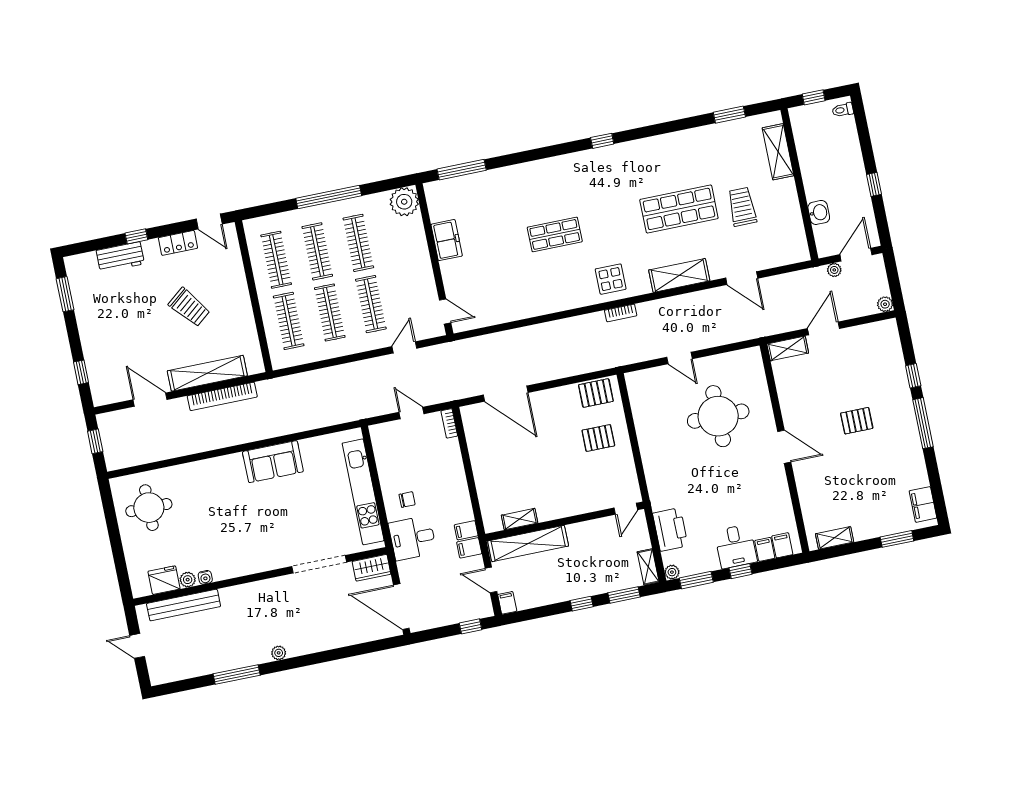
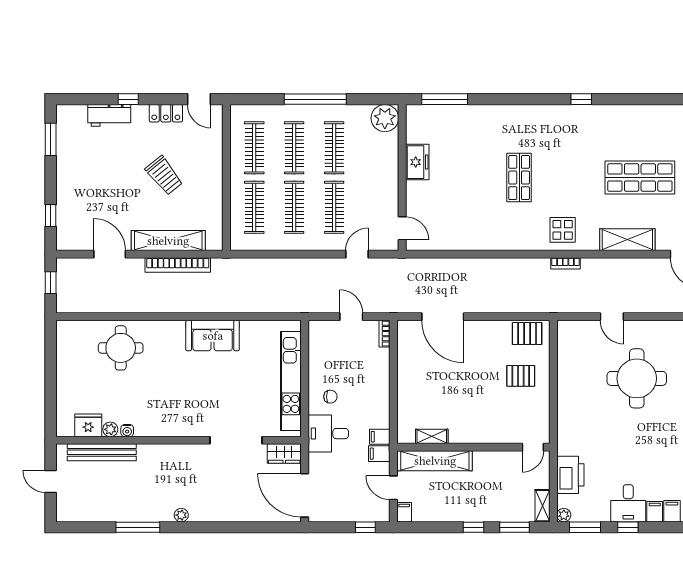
shop shelf: (555, 234) -> (519, 178), turned 90
round table: (149, 508) -> (121, 348), moved

